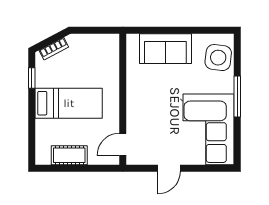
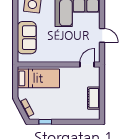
bed: (69, 103) -> (38, 78), moved, turned 90
door: (123, 144) -> (87, 65), swing flipped

